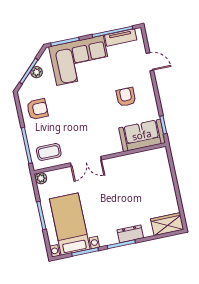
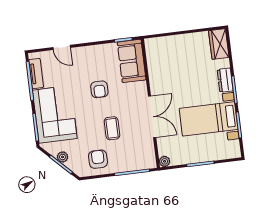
door: (150, 62) -> (62, 47), swing flipped
armchair: (126, 97) -> (99, 89), moved, turned -90
coffee table: (49, 152) -> (112, 128), moved
double door: (86, 161) -> (152, 117), width x1.37
bed with nightstands: (70, 224) -> (209, 119), moved

